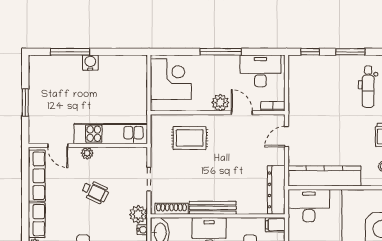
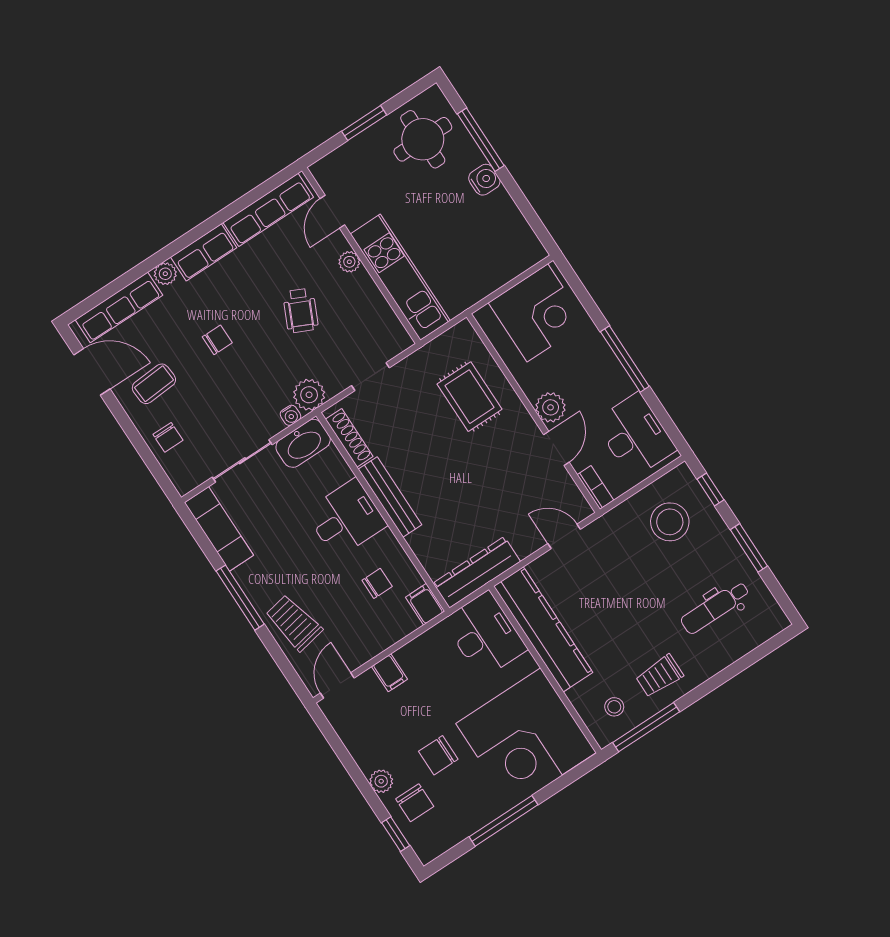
round table: (52, 79) -> (423, 139), added
stool: (313, 81) -> (670, 522), added

